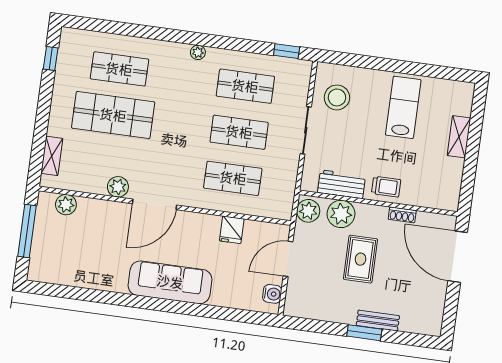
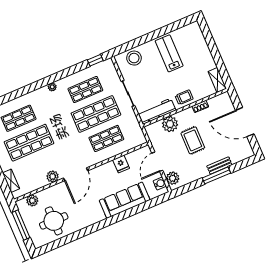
stool: (337, 97) -> (134, 58), moved
shop shelf: (239, 132) -> (96, 114), width x1.43, depth x1.36
shelving: (459, 137) -> (217, 80), moved
workbench: (341, 184) -> (157, 111), width x1.38
plant: (308, 211) -> (173, 178), moved
round table: (80, 254) -> (54, 221), added
door: (458, 257) -> (245, 122), moved
sofa: (170, 282) -> (125, 200), moved
window: (364, 333) -> (216, 175), width x1.44

